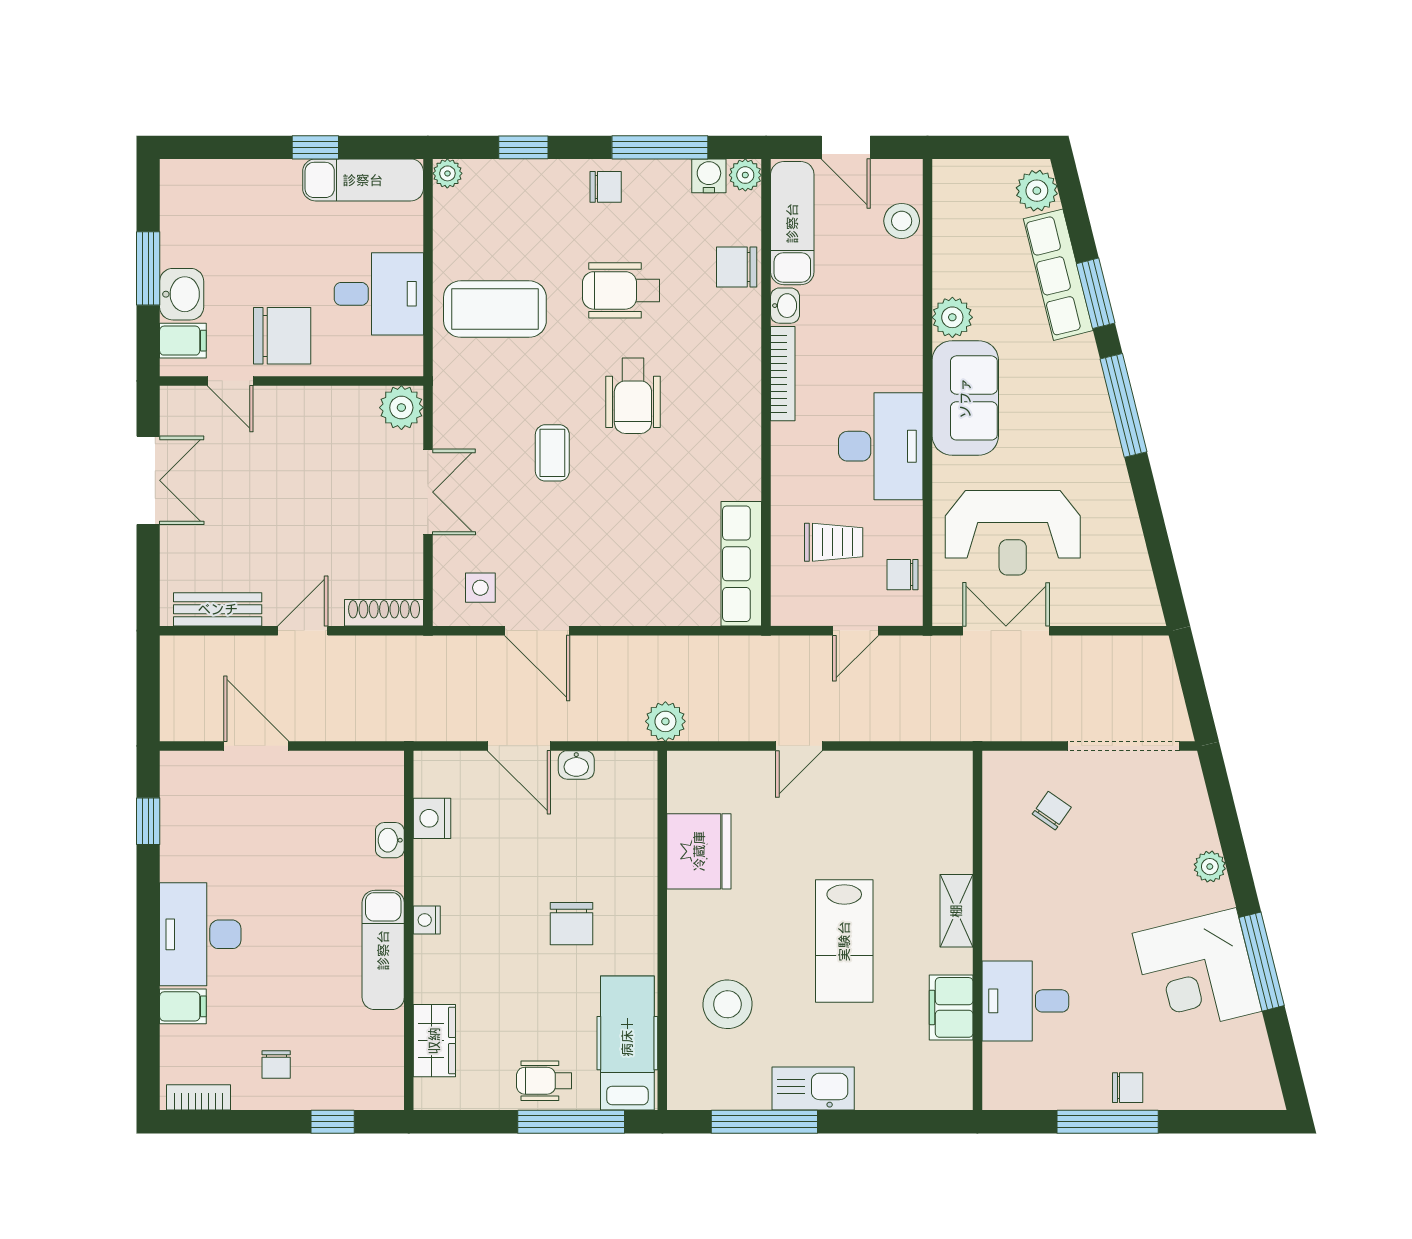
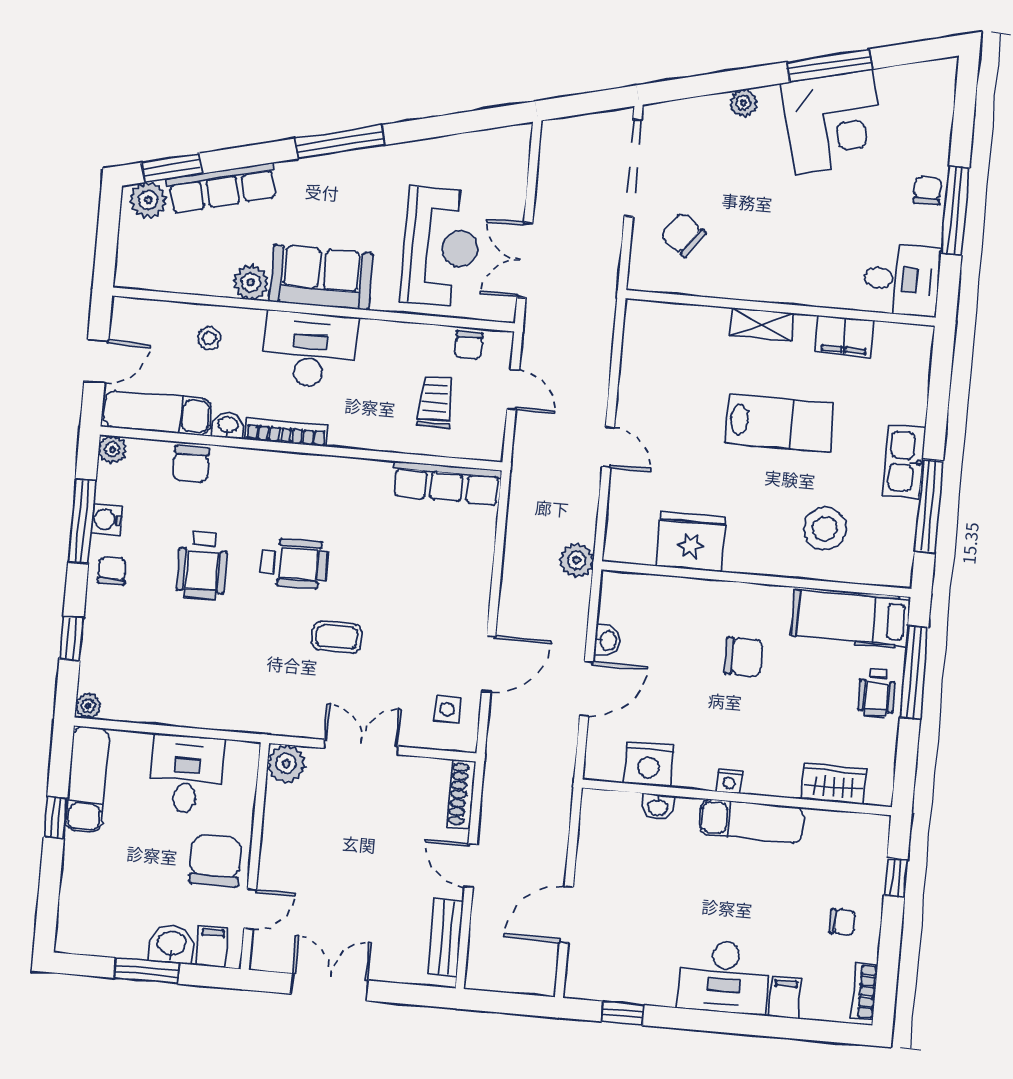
water cooler: (709, 176) -> (107, 520), moved
stool: (902, 221) -> (209, 338), moved, width x0.73, depth x0.73
window: (1096, 293) -> (172, 168), moved
coffee table: (495, 309) -> (209, 675), removed
desk: (881, 446) -> (310, 350), moved
chair: (1052, 811) -> (683, 235), width x1.37, depth x1.37
nightstand: (432, 818) -> (649, 764), width x1.36, depth x1.33
desk: (1025, 1001) -> (902, 280), moved, turned -90

